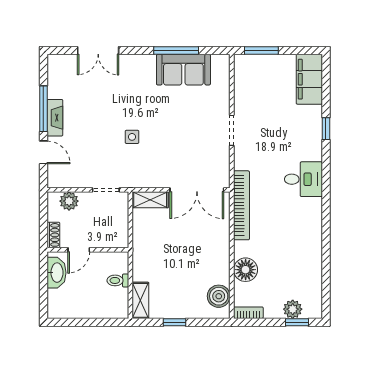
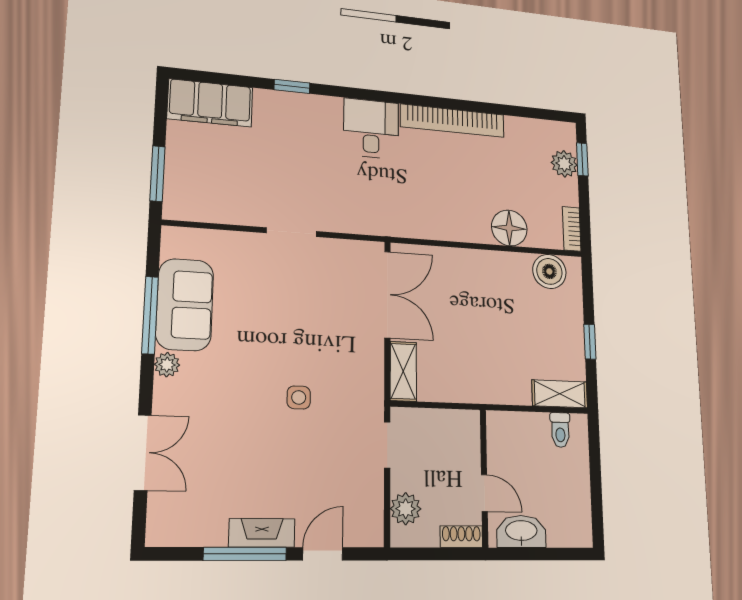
plant: (148, 61) -> (167, 365), added
bookcase: (241, 205) -> (453, 121), moved, turned 180
toilet: (118, 280) -> (560, 430), moved

